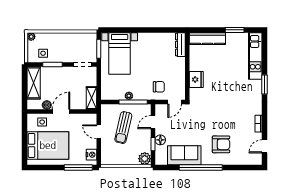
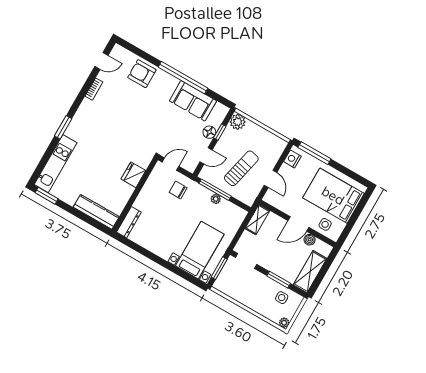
window: (235, 30) -> (47, 196), moved
armchair: (221, 144) -> (142, 74), moved

